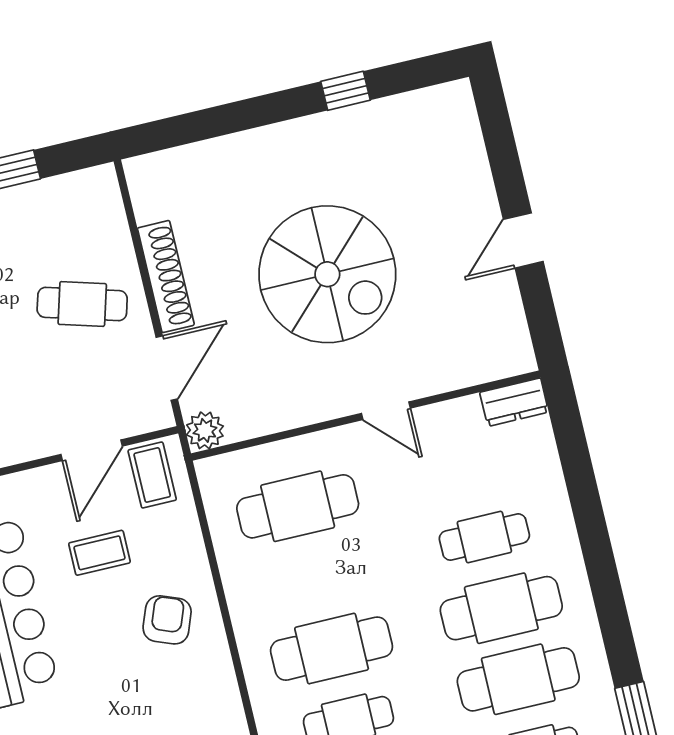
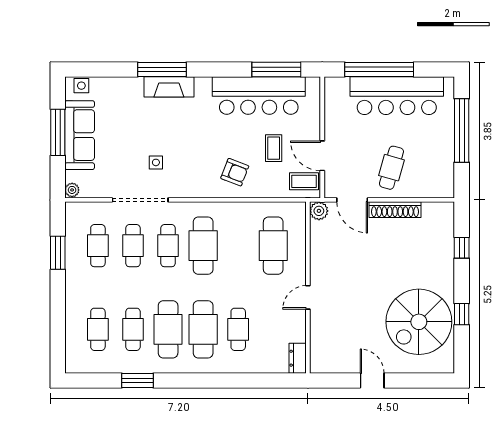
window: (211, 123) -> (462, 248), added
spiral stairs: (327, 274) -> (419, 322), moved

